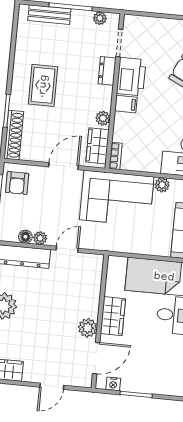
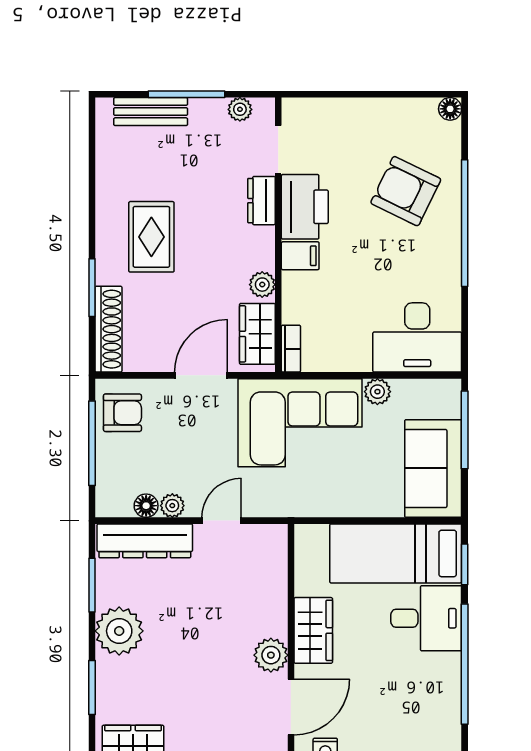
armchair: (17, 183) -> (122, 413), turned -90

